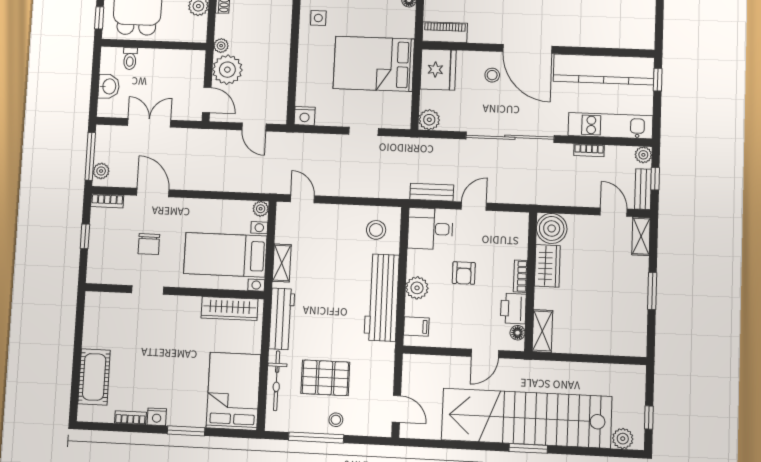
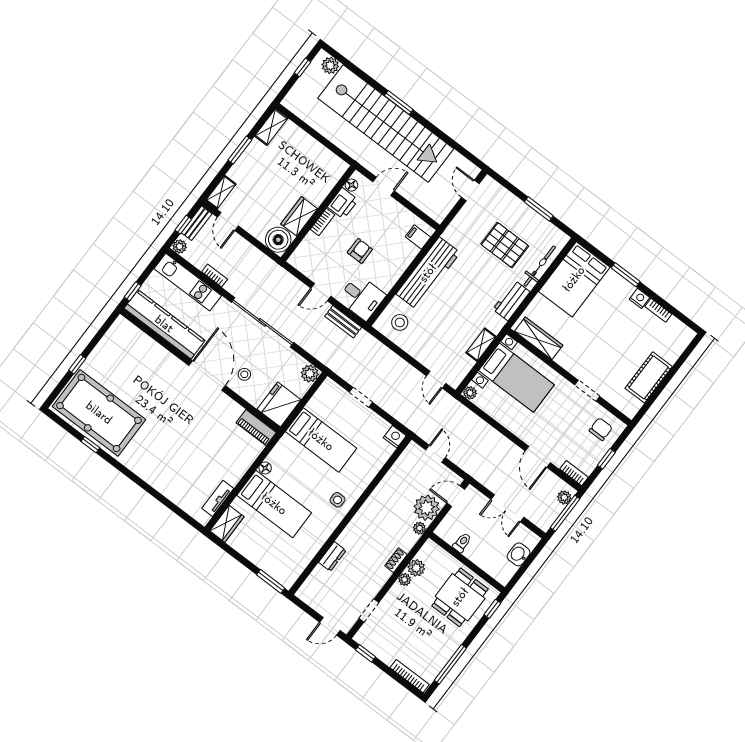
toilet: (130, 59) -> (462, 543), moved
bed: (374, 64) -> (321, 440), width x0.67
door: (207, 100) -> (456, 496), hinge flipped
chair: (149, 244) -> (601, 429), moved
plant: (417, 288) -> (399, 263), removed
workbench: (282, 319) -> (511, 301), width x0.73
shelving: (542, 331) -> (271, 127), moved
cot: (94, 377) -> (649, 377), moved
stool: (336, 420) -> (517, 212), removed
window: (316, 438) -> (539, 209), width x0.69

